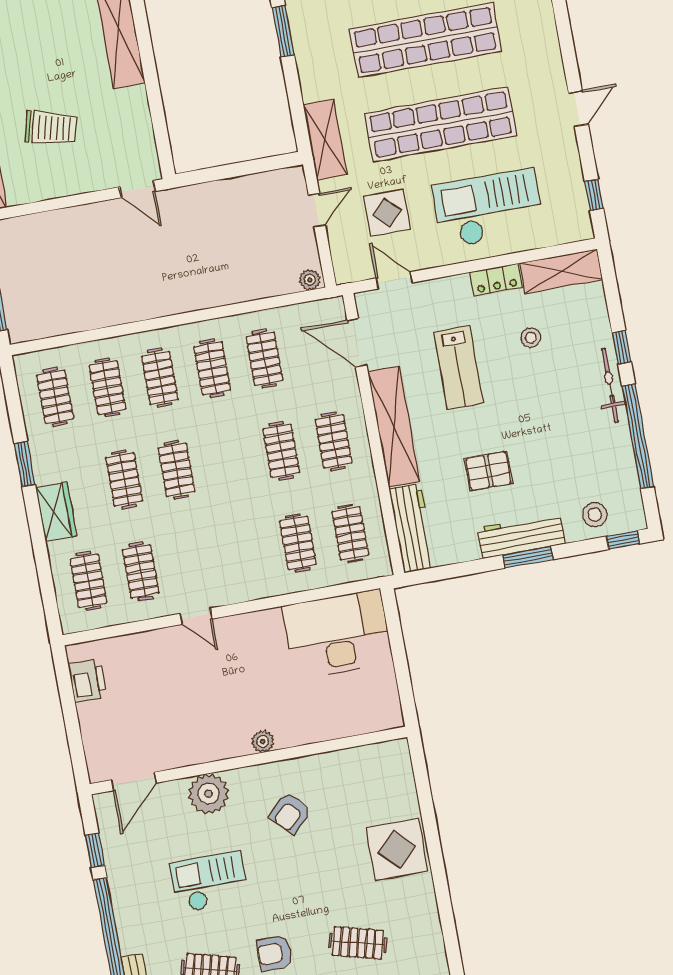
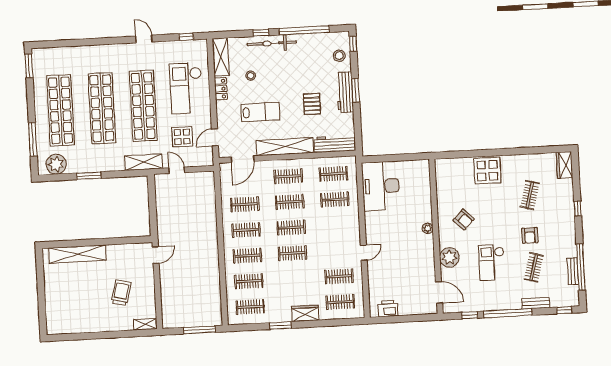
plant: (310, 280) -> (210, 178), removed
bicycle: (610, 385) -> (272, 43), width x1.37, depth x1.40
clothes rail: (124, 479) -> (291, 228), moved

